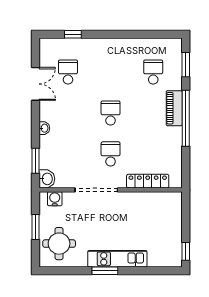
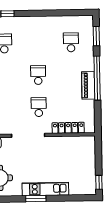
piano: (174, 108) -> (88, 85), moved

